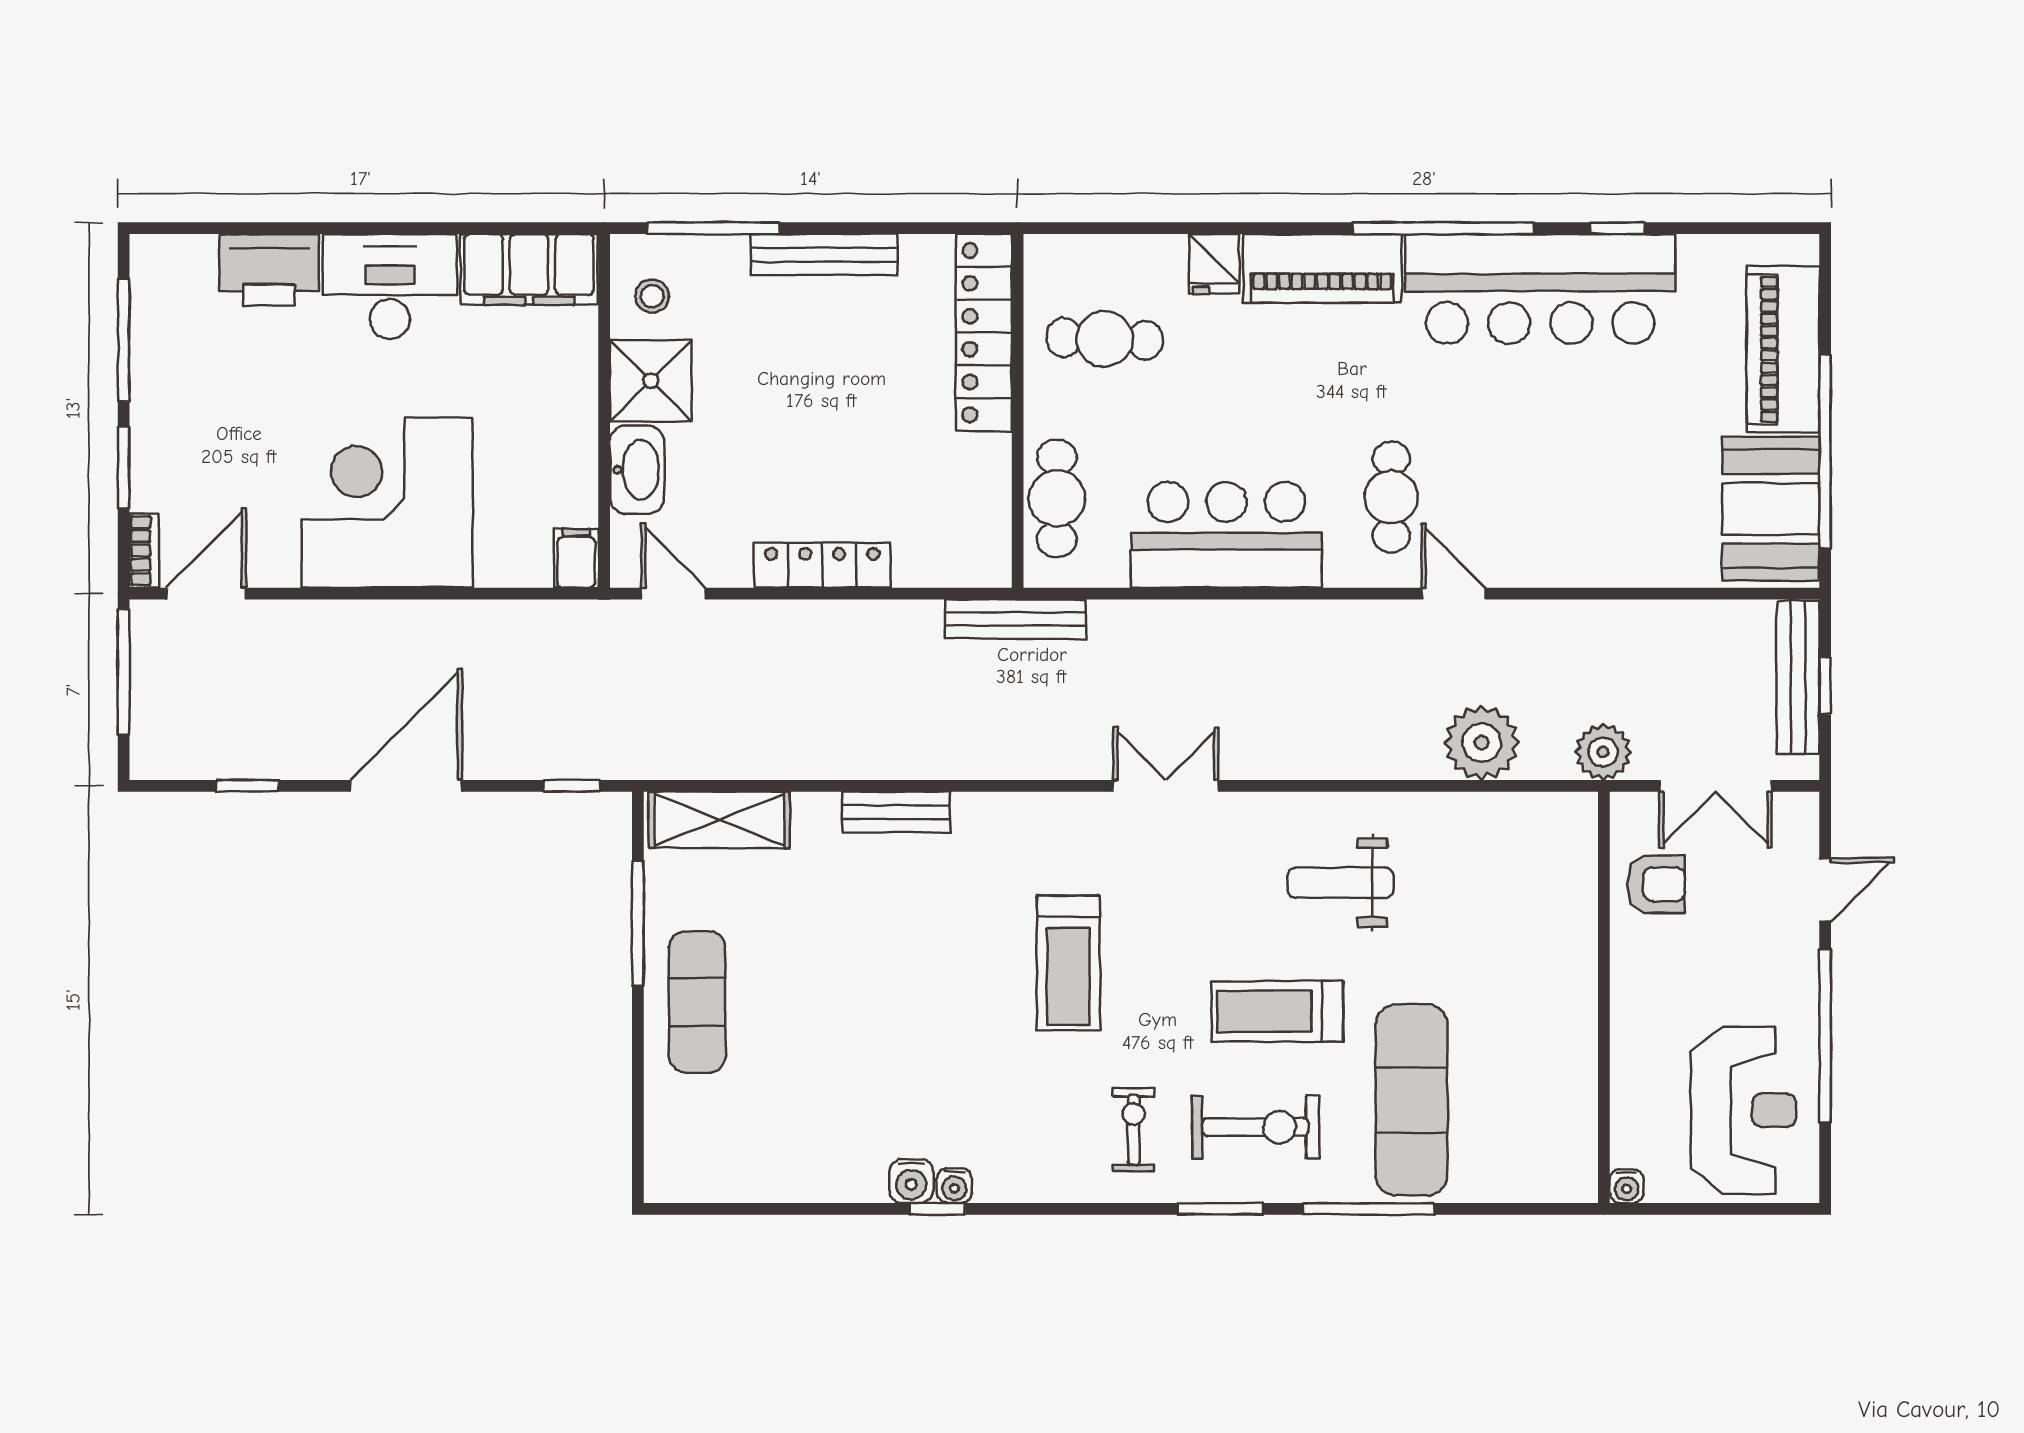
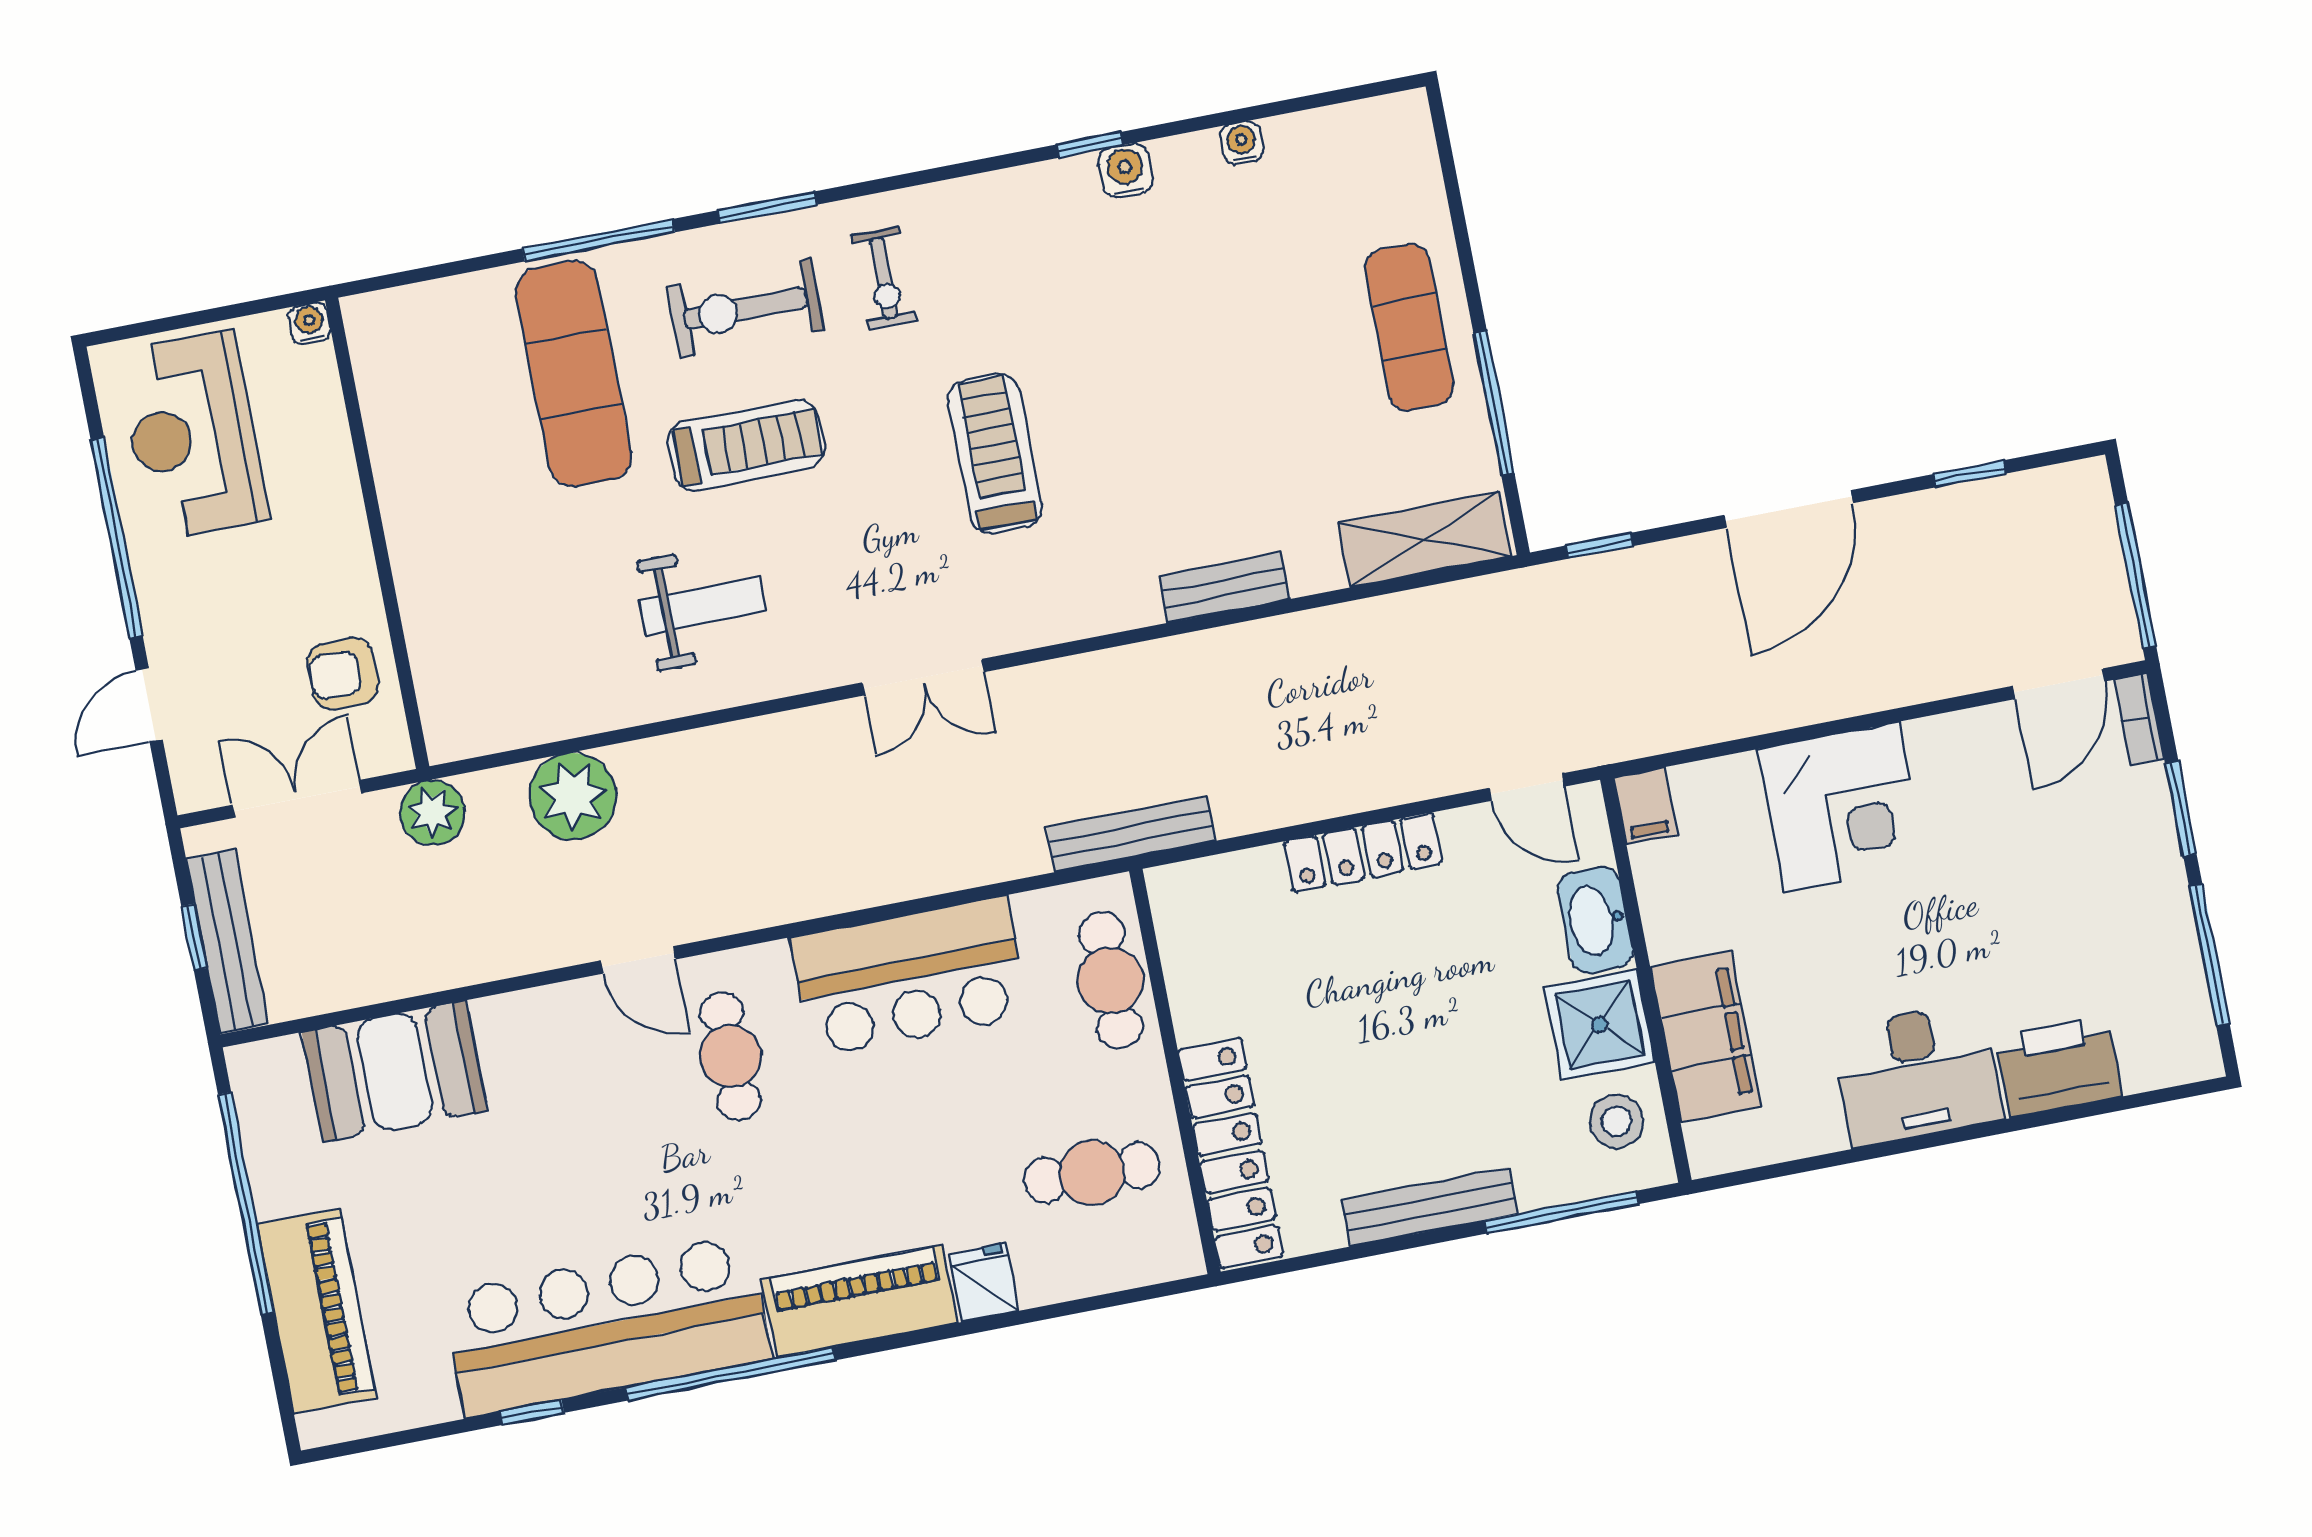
filing cabinet: (529, 269) -> (1706, 1037), moved, turned 90
stool: (652, 296) -> (1617, 1121), width x1.37, depth x1.37
corner desk: (387, 502) -> (1842, 807), width x0.74, depth x0.74
booth: (1771, 509) -> (395, 1071), moved, turned 90
water cooler: (954, 1186) -> (1242, 143), moved

